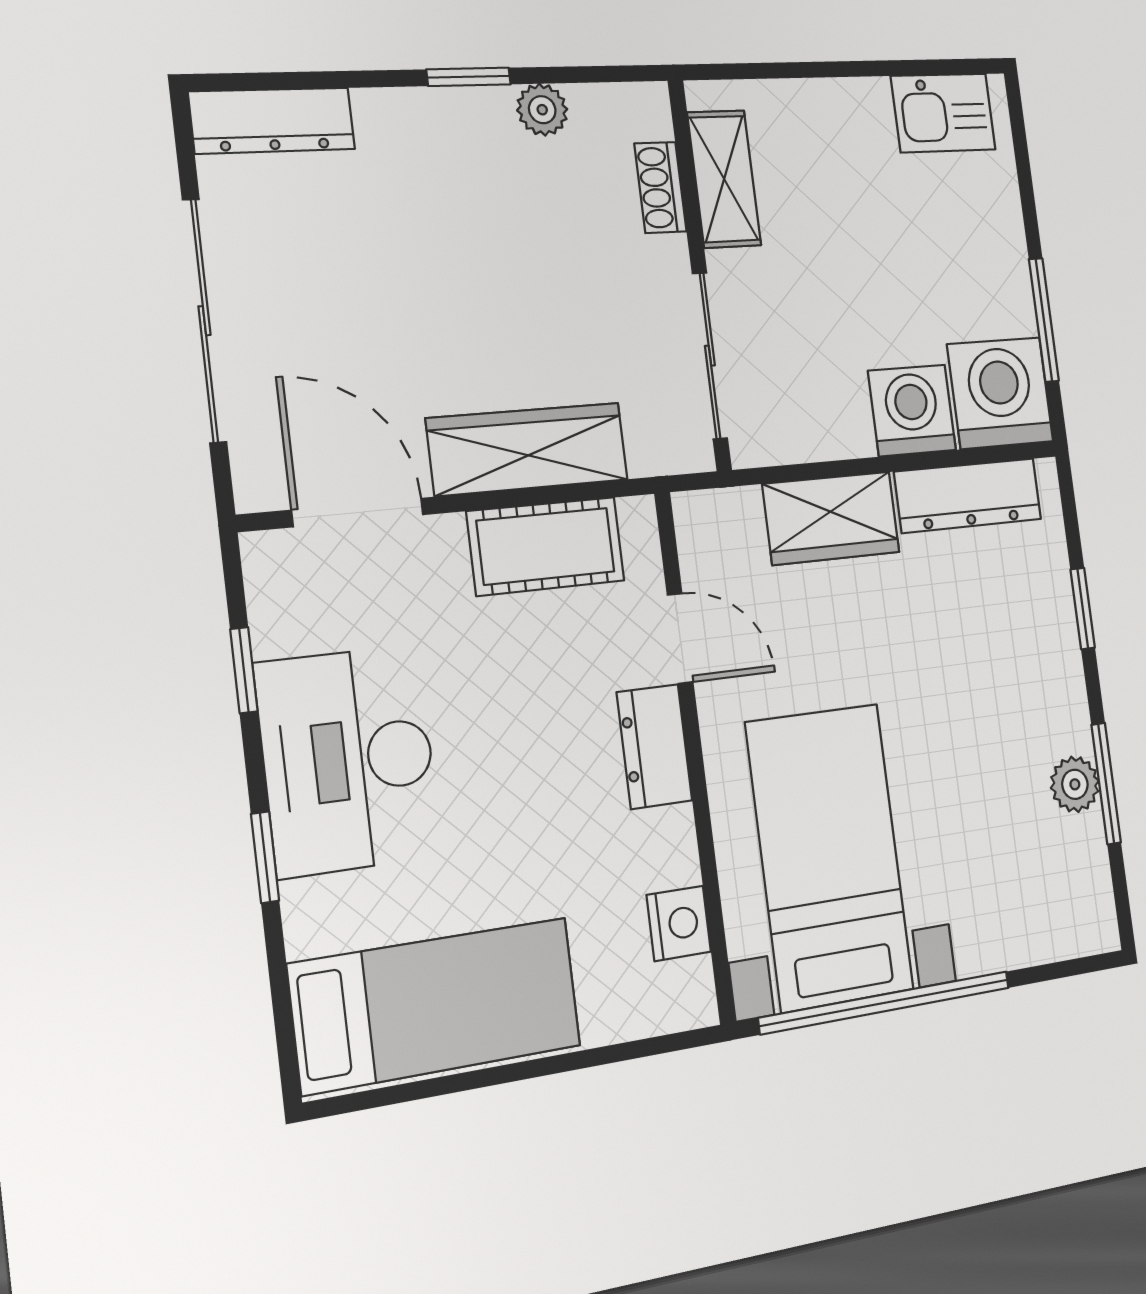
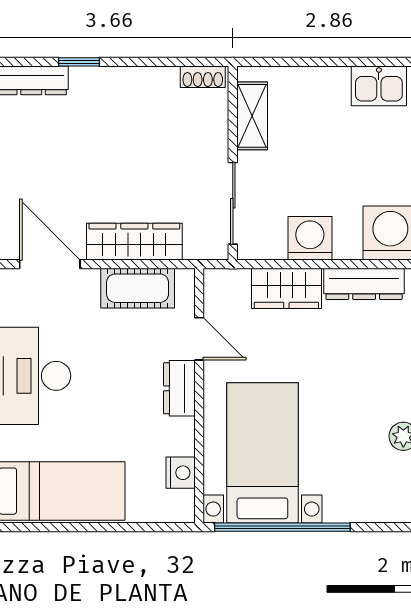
window: (469, 77) -> (79, 62), moved
plant: (542, 110) -> (162, 79), removed
shoe rack: (660, 187) -> (203, 77), moved, turned -90
washing machine: (912, 410) -> (310, 238), moved

